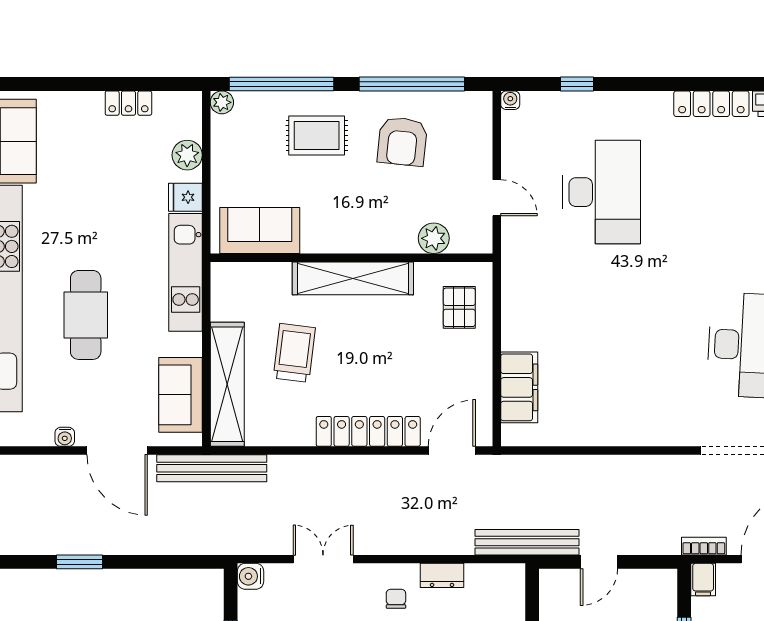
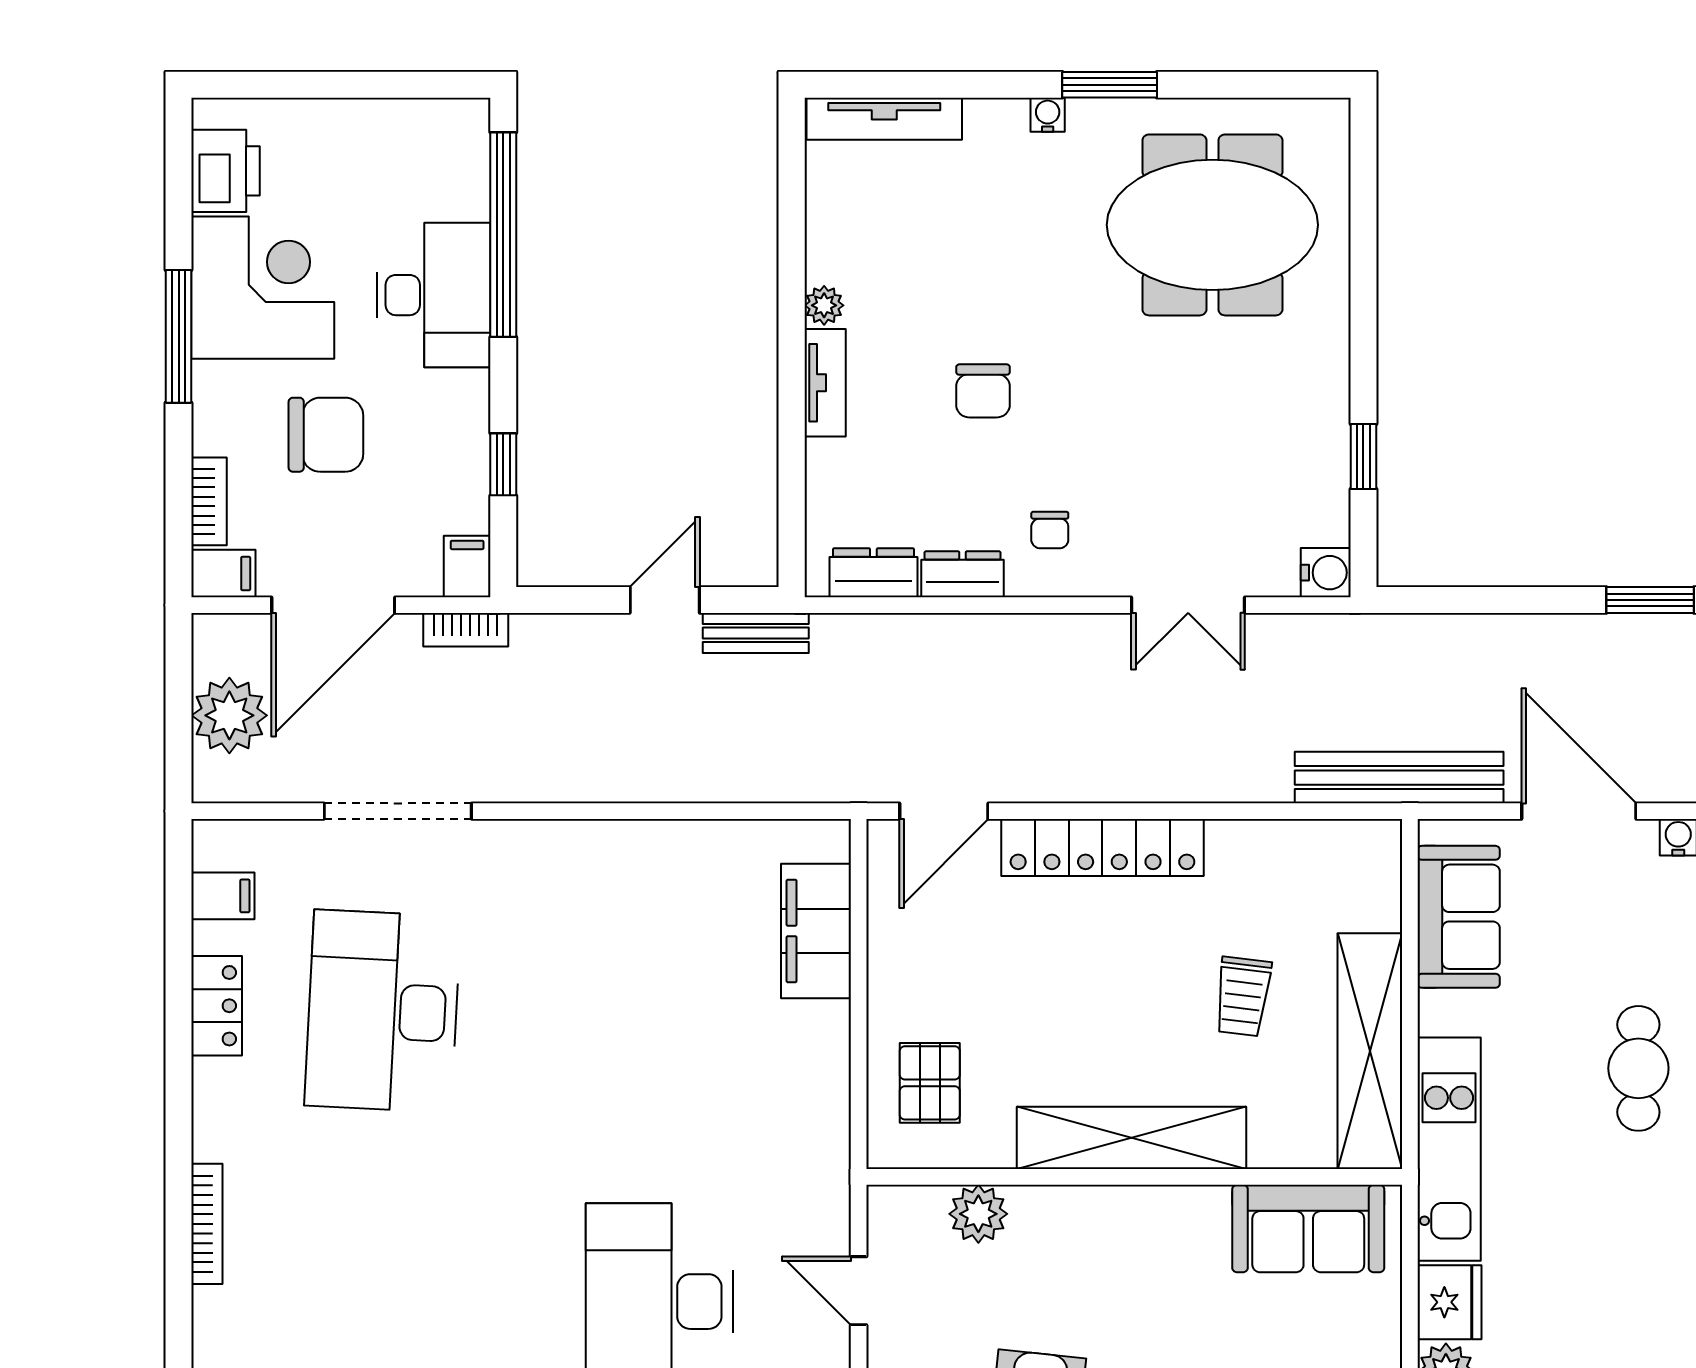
fridge: (185, 197) -> (1449, 1302), width x1.38
cafe table: (86, 315) -> (1638, 1068), width x0.73, depth x0.74
trolley: (294, 353) -> (1243, 996), width x0.73, depth x0.72
shelving: (227, 384) -> (1370, 1051), moved
bench: (527, 542) -> (756, 633), width x0.54, depth x0.82
dresser: (489, 576) -> (873, 573), added

